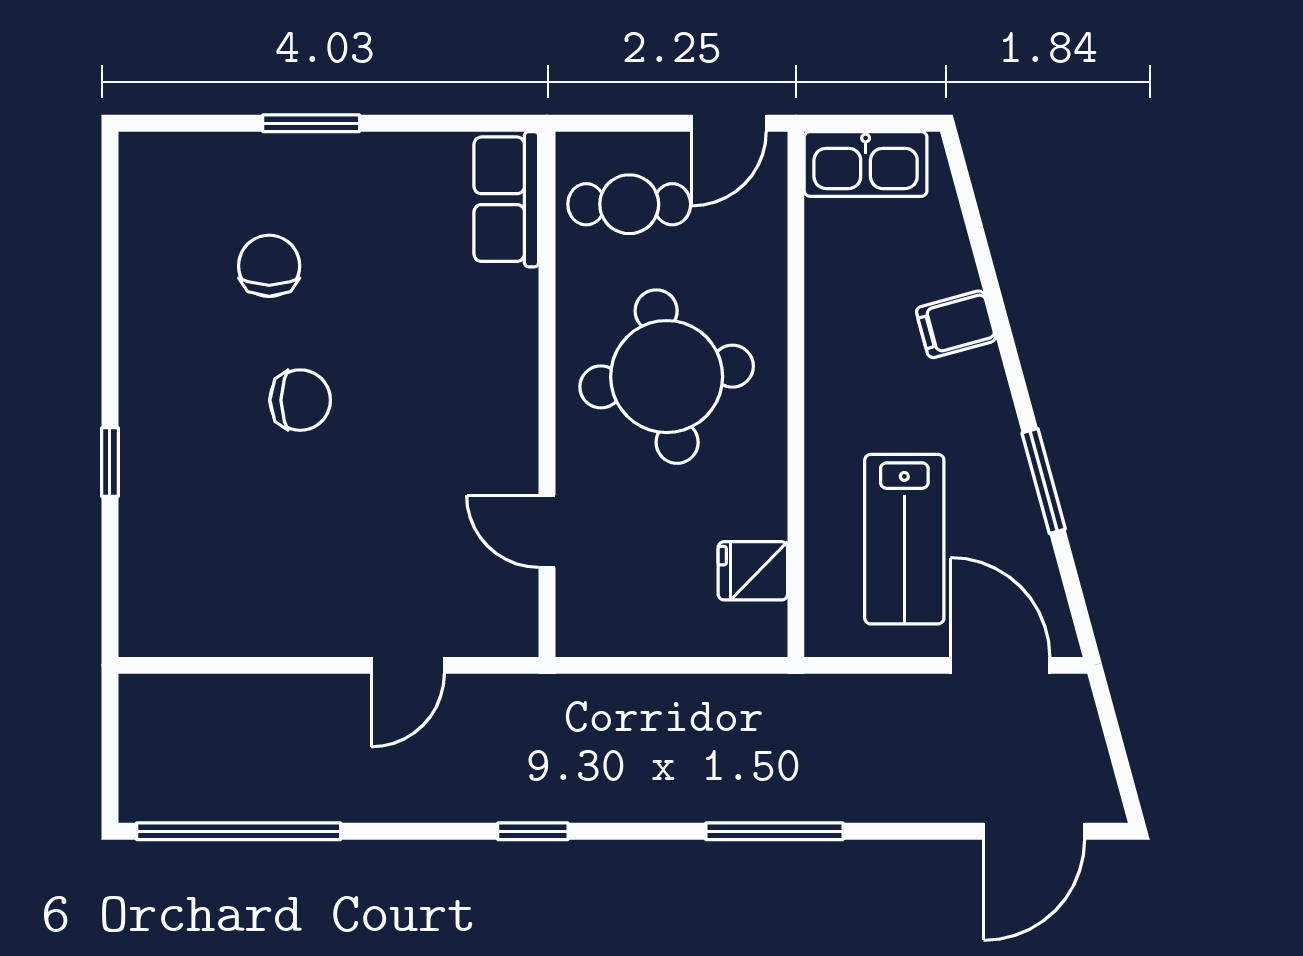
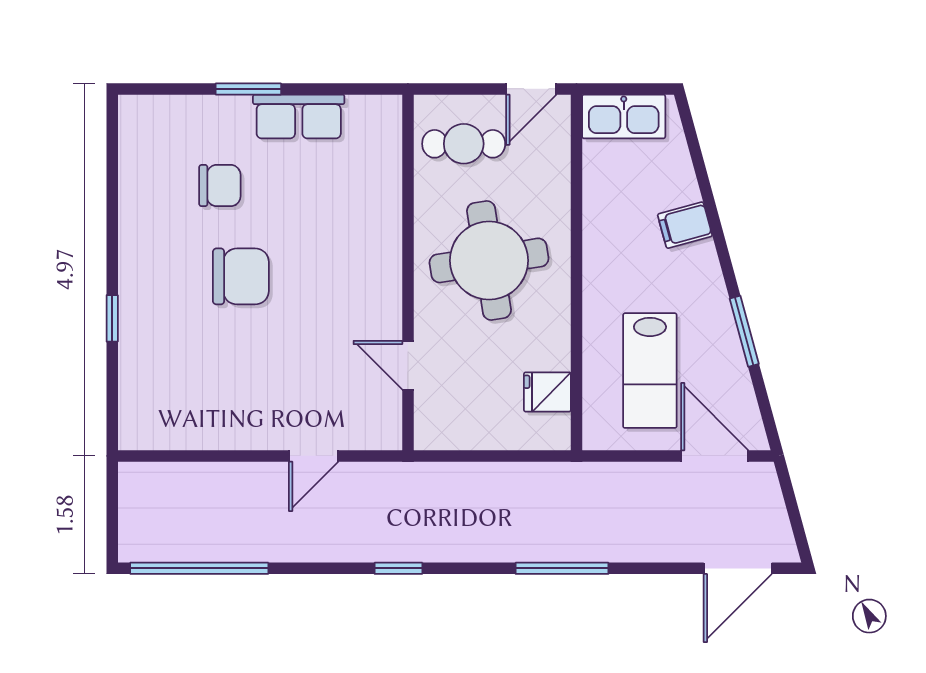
row of seats: (506, 199) -> (299, 117), moved, turned -90
chair: (269, 266) -> (220, 186), turned 90
chair: (300, 400) -> (241, 276), width x1.37, depth x1.37

